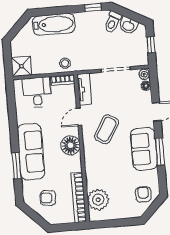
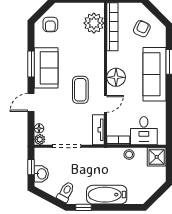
bathtub: (54, 24) -> (107, 195), moved
washbasin: (128, 26) -> (41, 174), moved, turned 62
stool: (65, 63) -> (129, 154), moved
coffee table: (107, 129) -> (80, 90), turned -31
armchair: (48, 198) -> (142, 29), turned -71

